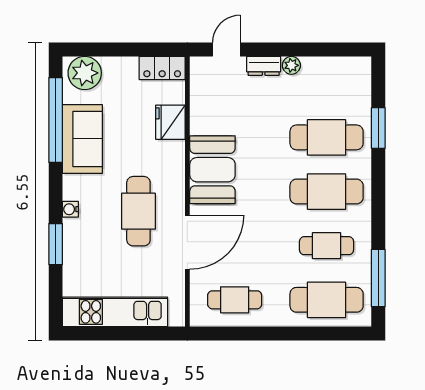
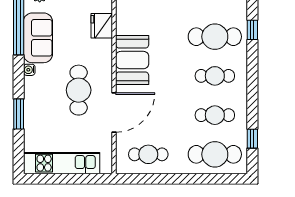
window: (378, 128) -> (252, 30), width x0.67
cafe table: (327, 192) -> (215, 76), width x0.73, depth x0.74
water cooler: (70, 209) -> (29, 70), moved
window: (378, 278) -> (252, 139), width x0.46

